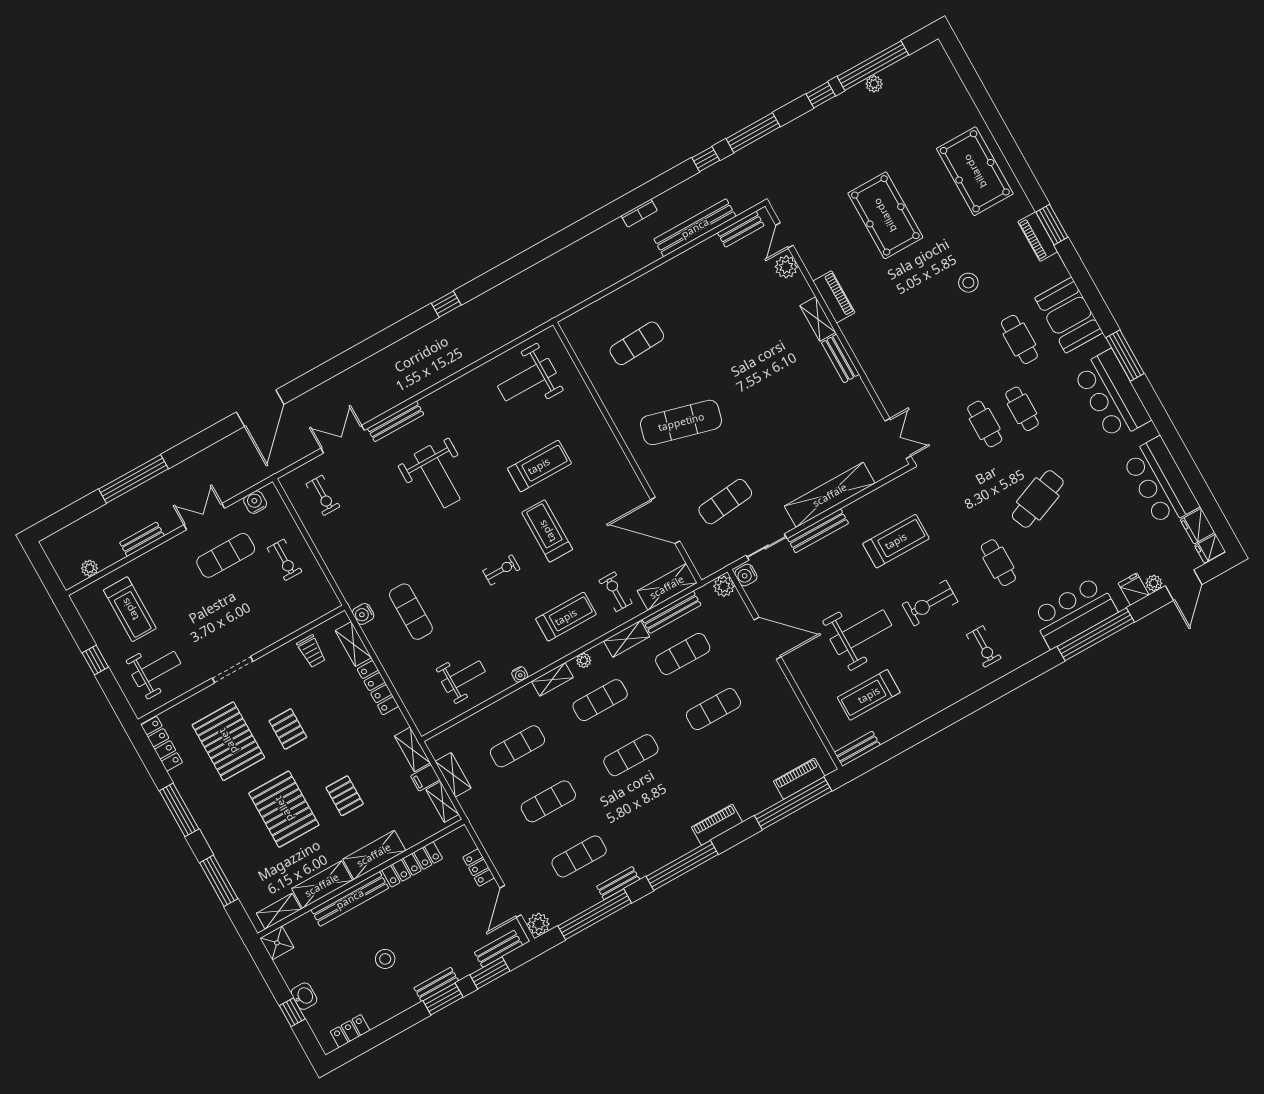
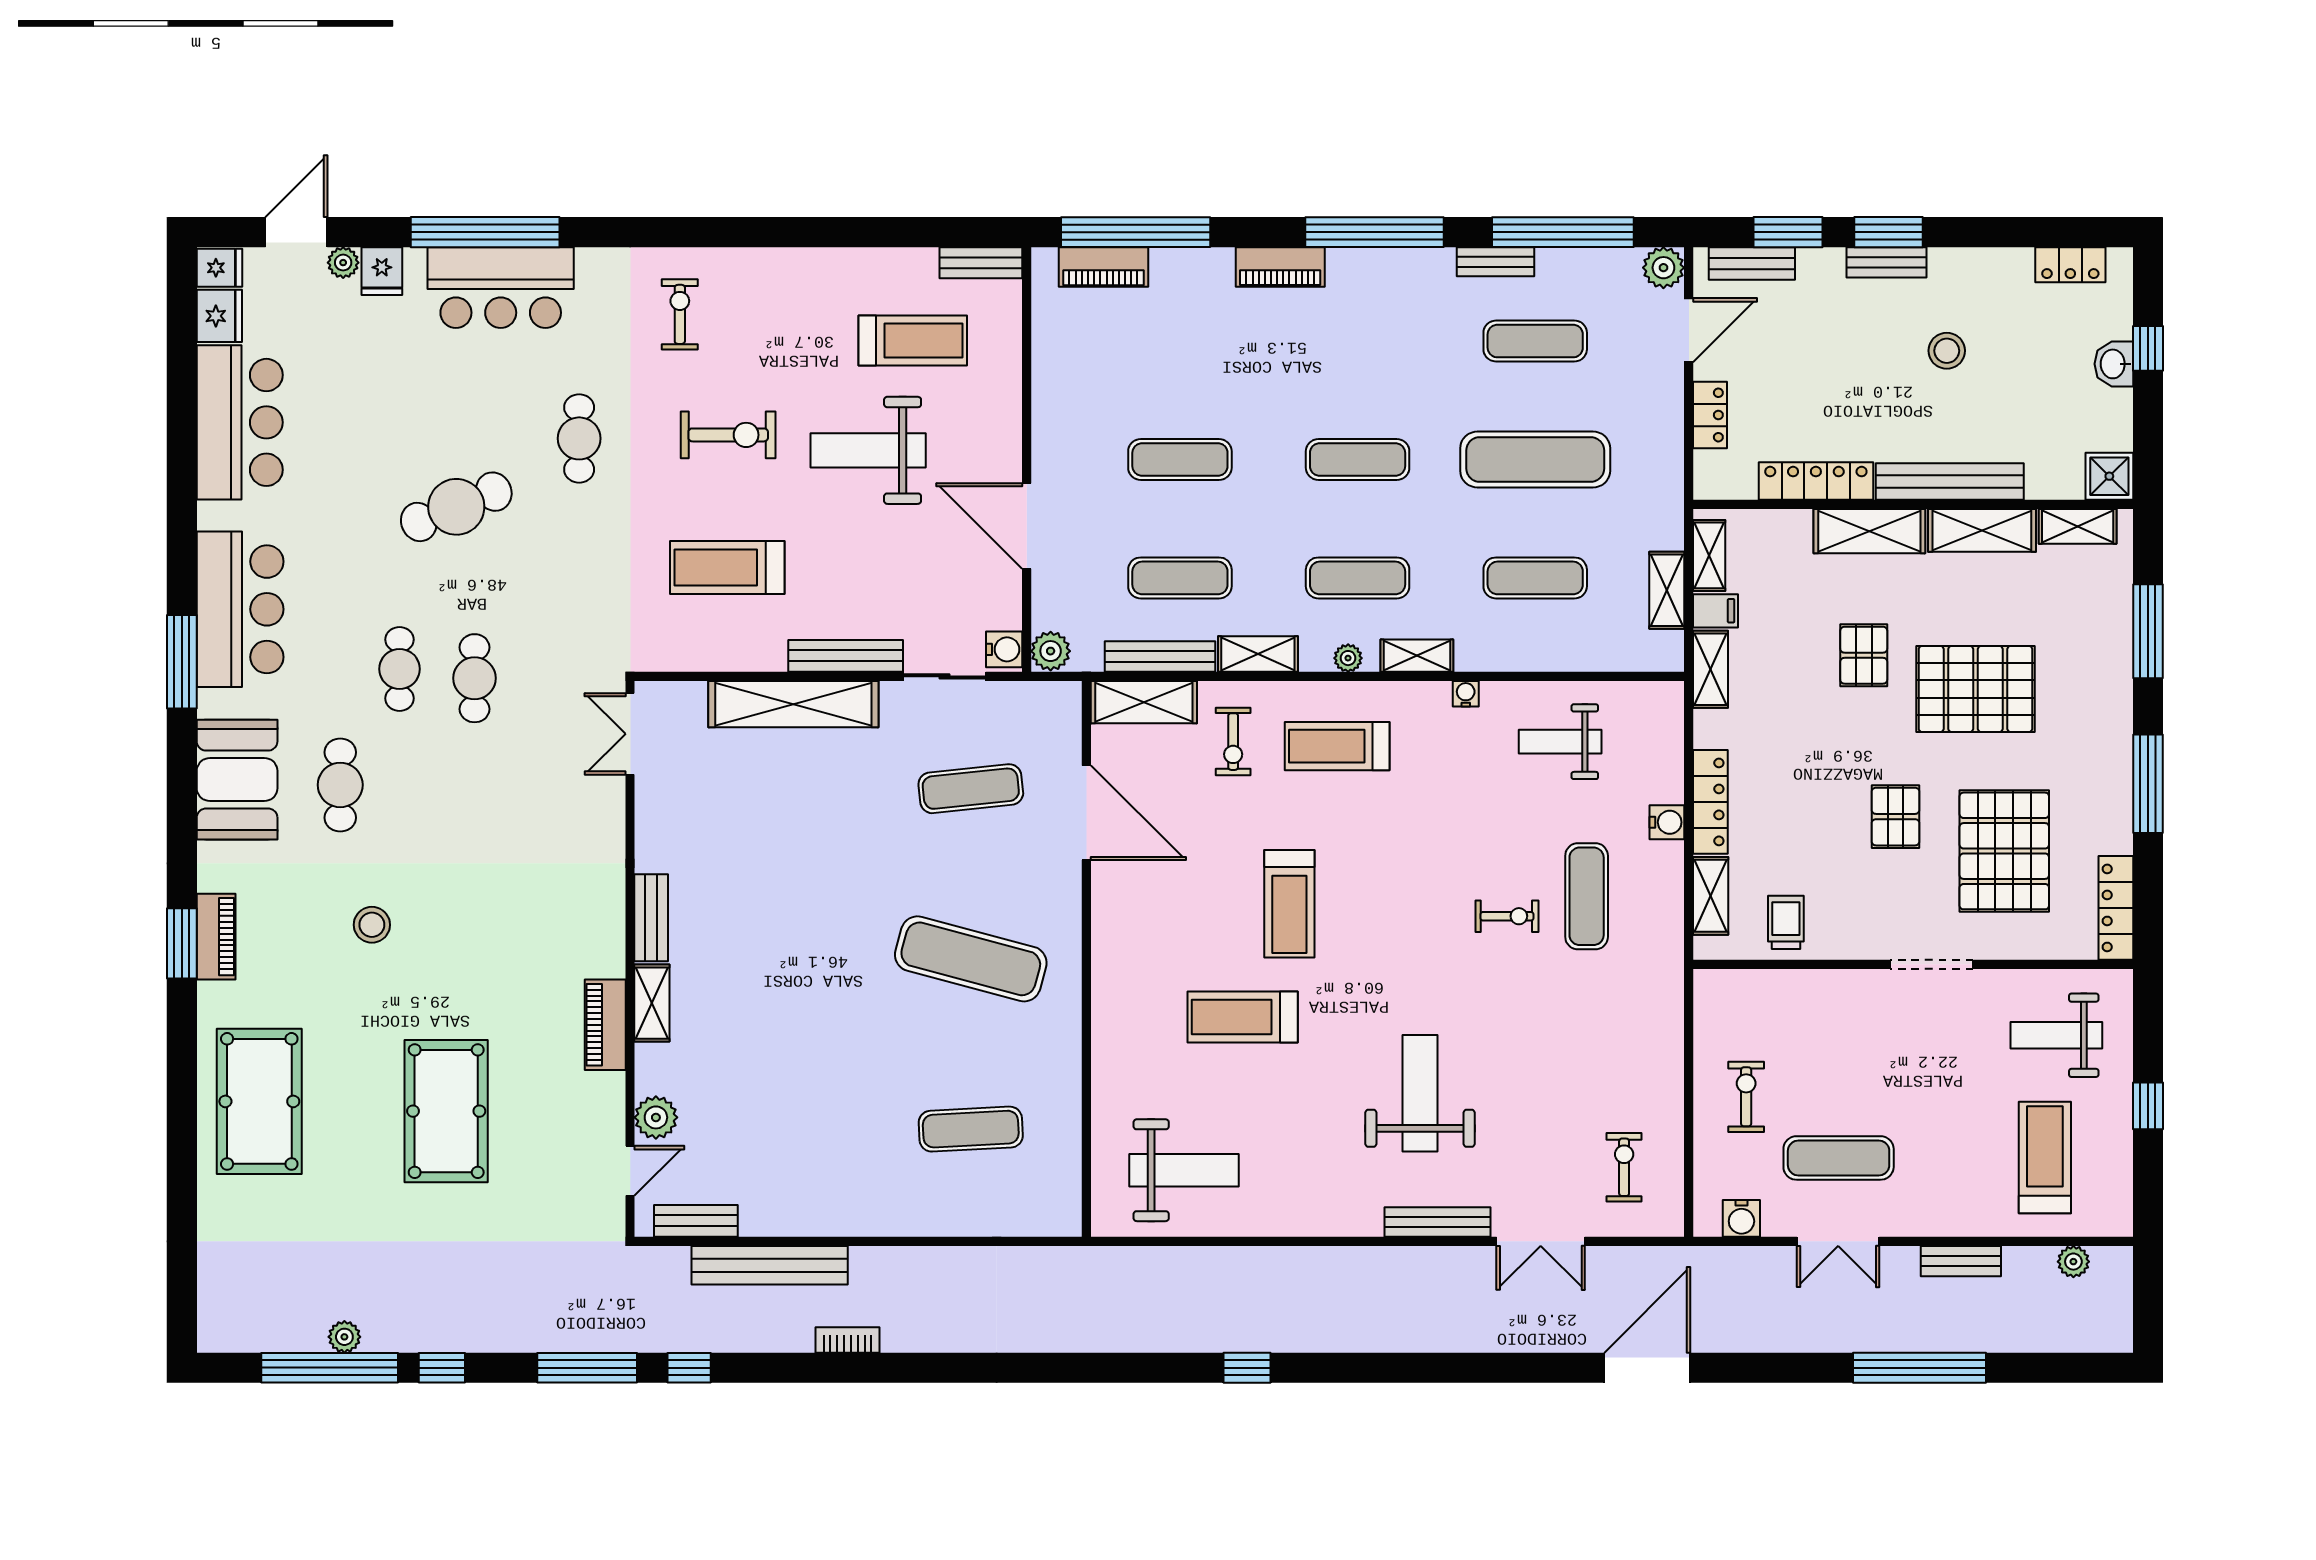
exercise bike: (501, 570) -> (1507, 916), moved, turned 180
water cooler: (363, 614) -> (1667, 822), moved
exercise mat: (548, 801) -> (1535, 459), width x1.36, depth x1.45
pallet: (284, 809) -> (1975, 689), turned 90

